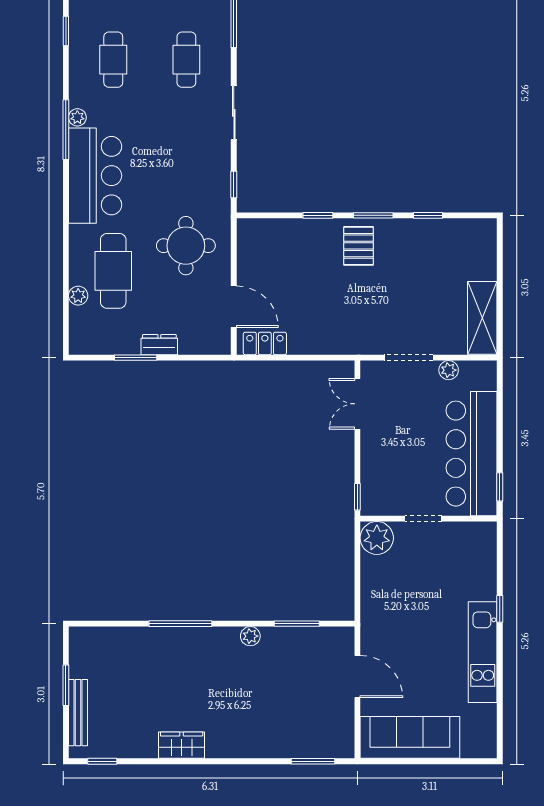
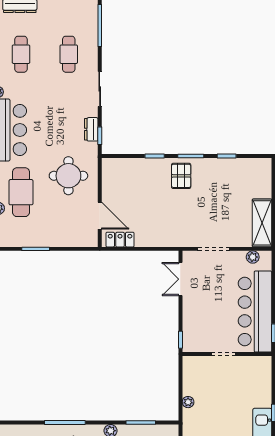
dresser: (159, 345) -> (91, 129), moved, turned -90
plant: (449, 370) -> (253, 257), moved
plant: (377, 538) -> (188, 402), moved, width x0.53, depth x0.53

